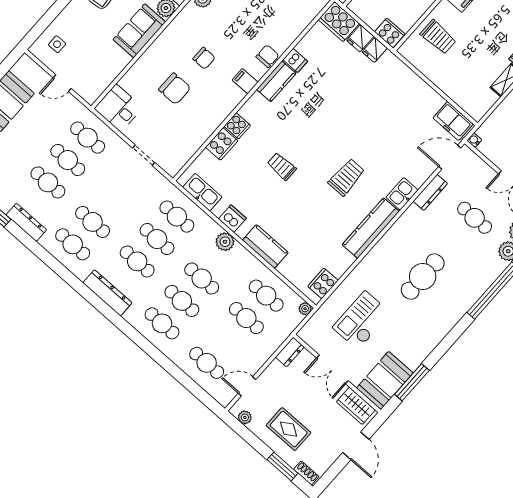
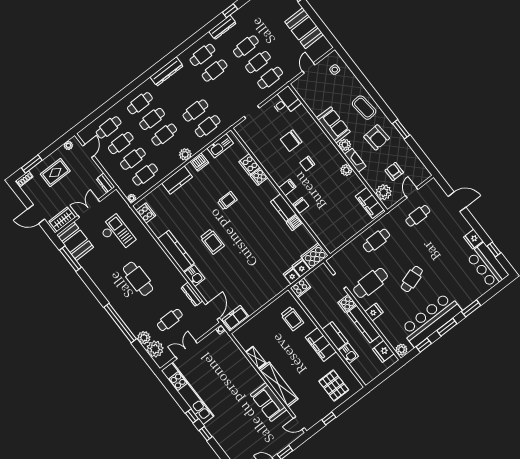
trolley: (438, 37) -> (292, 319), turned -90
cafe table: (137, 261) -> (121, 143), moved

